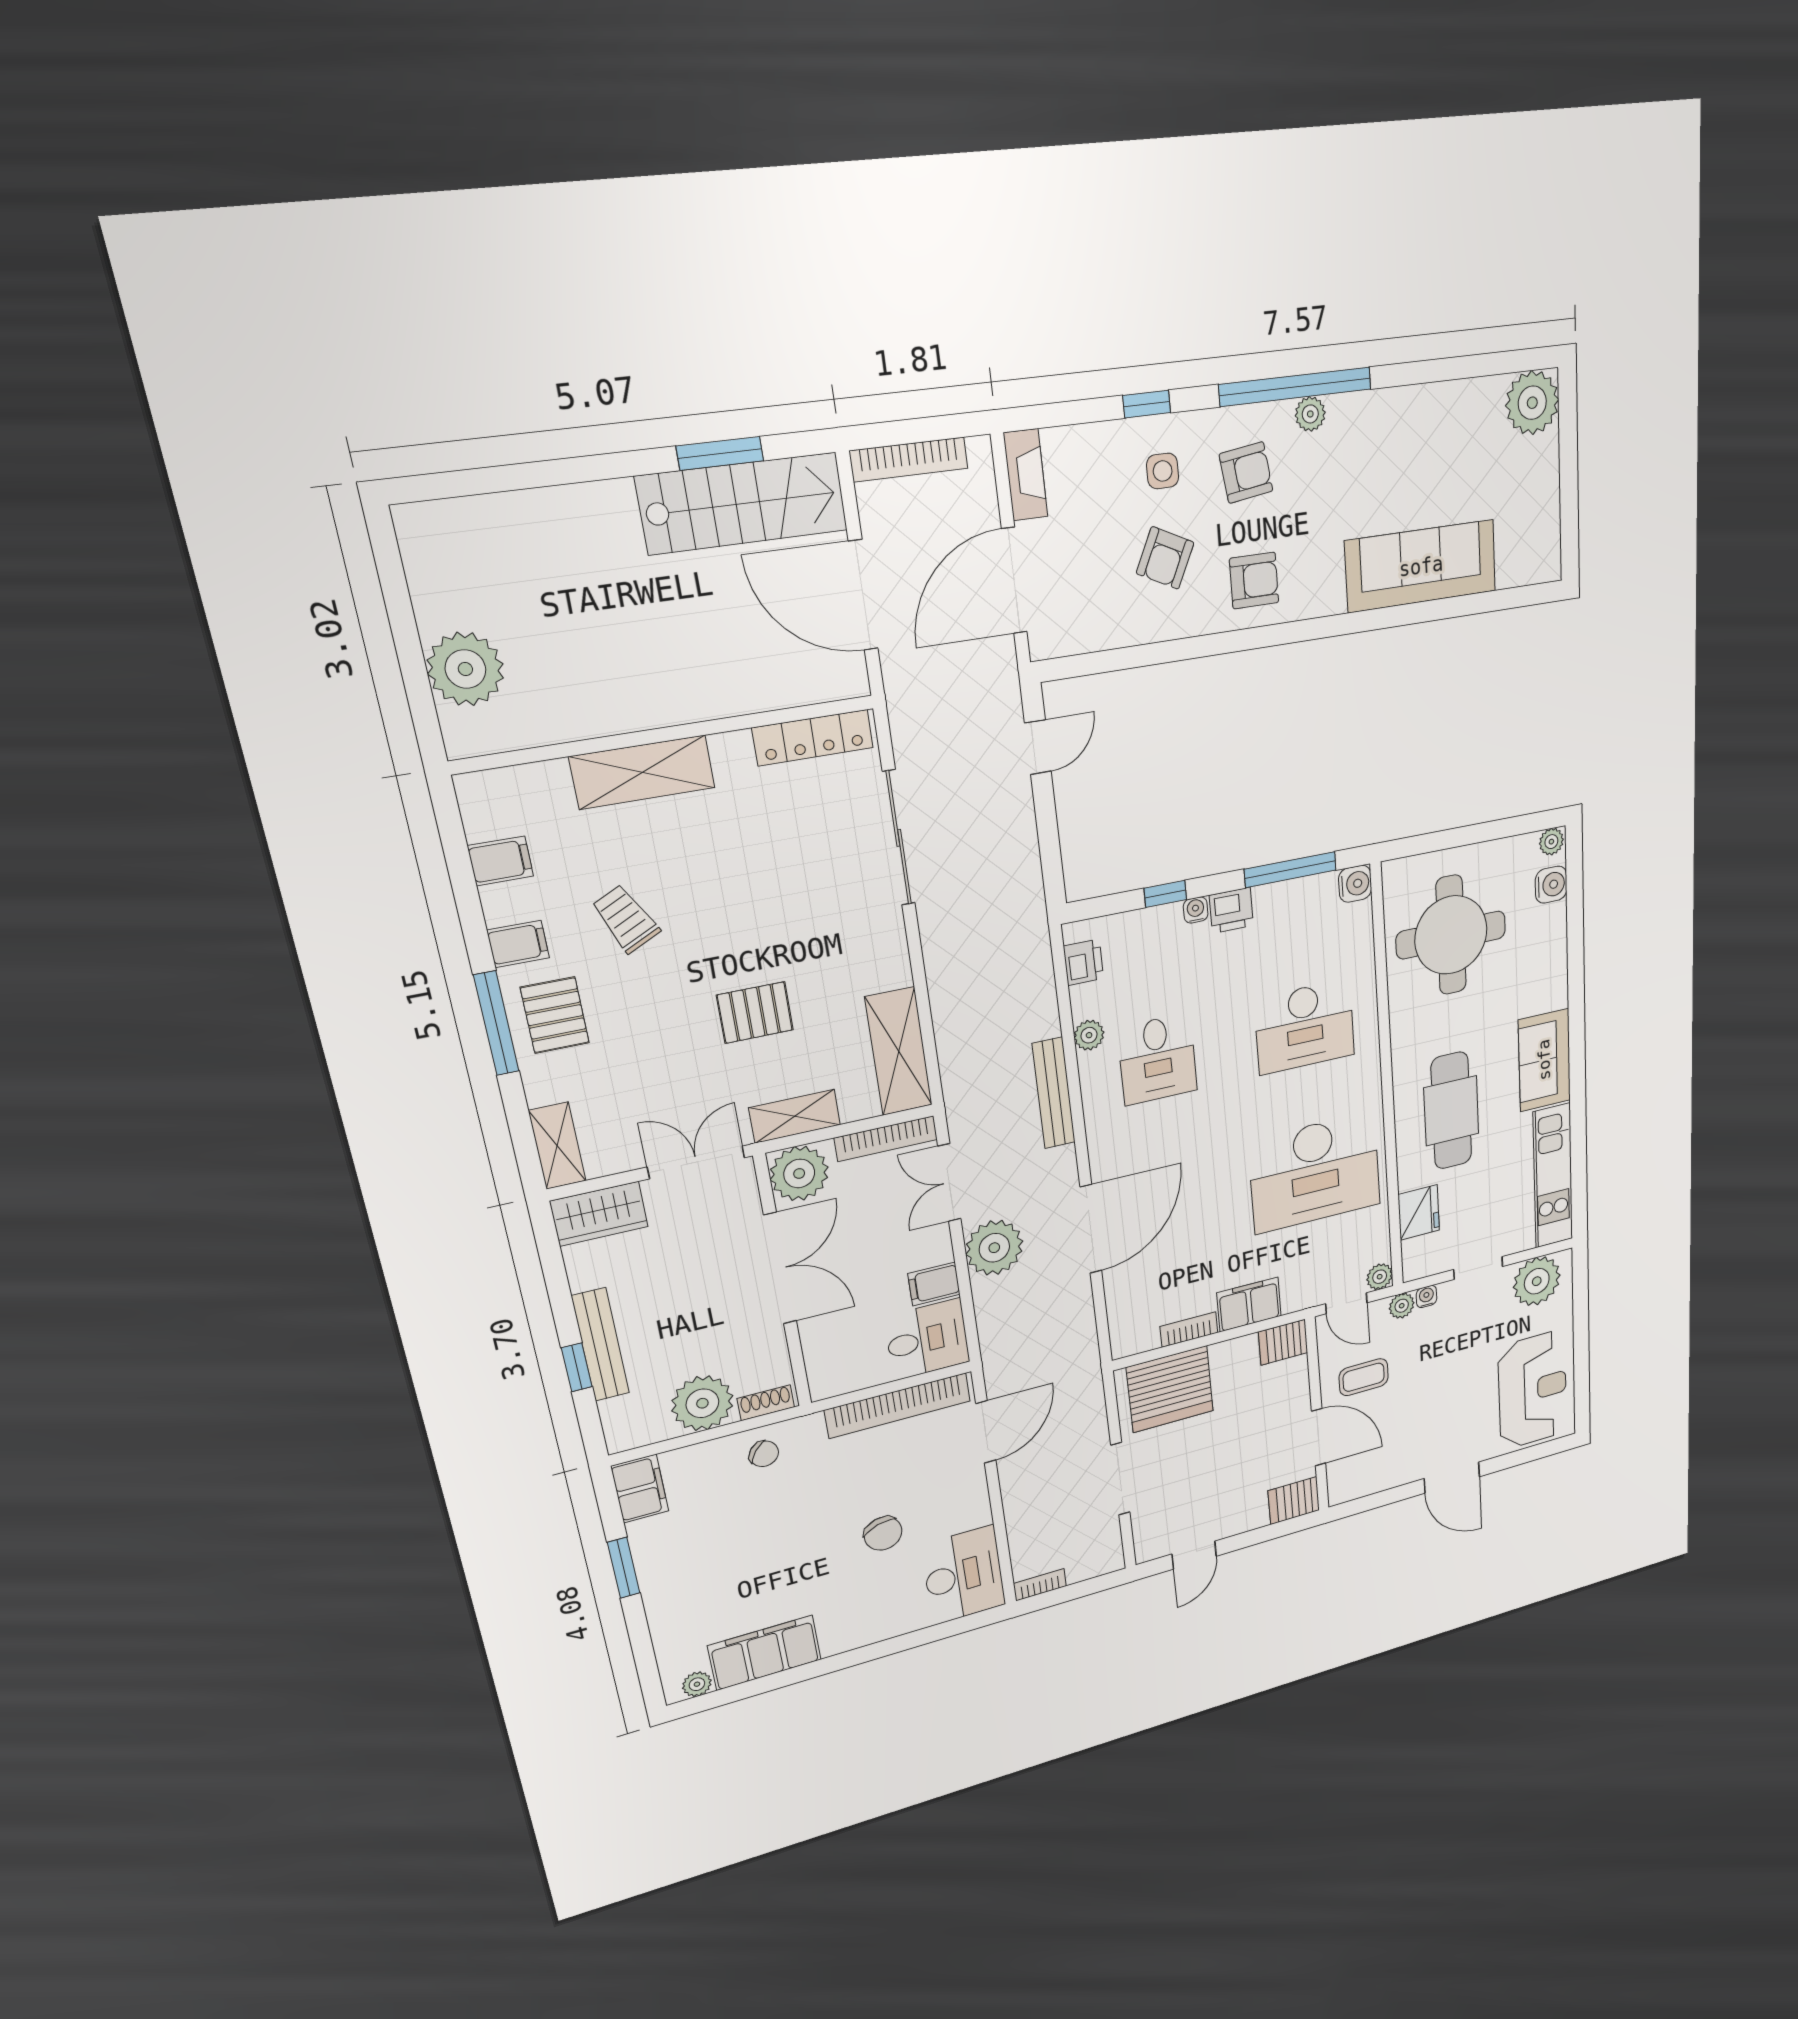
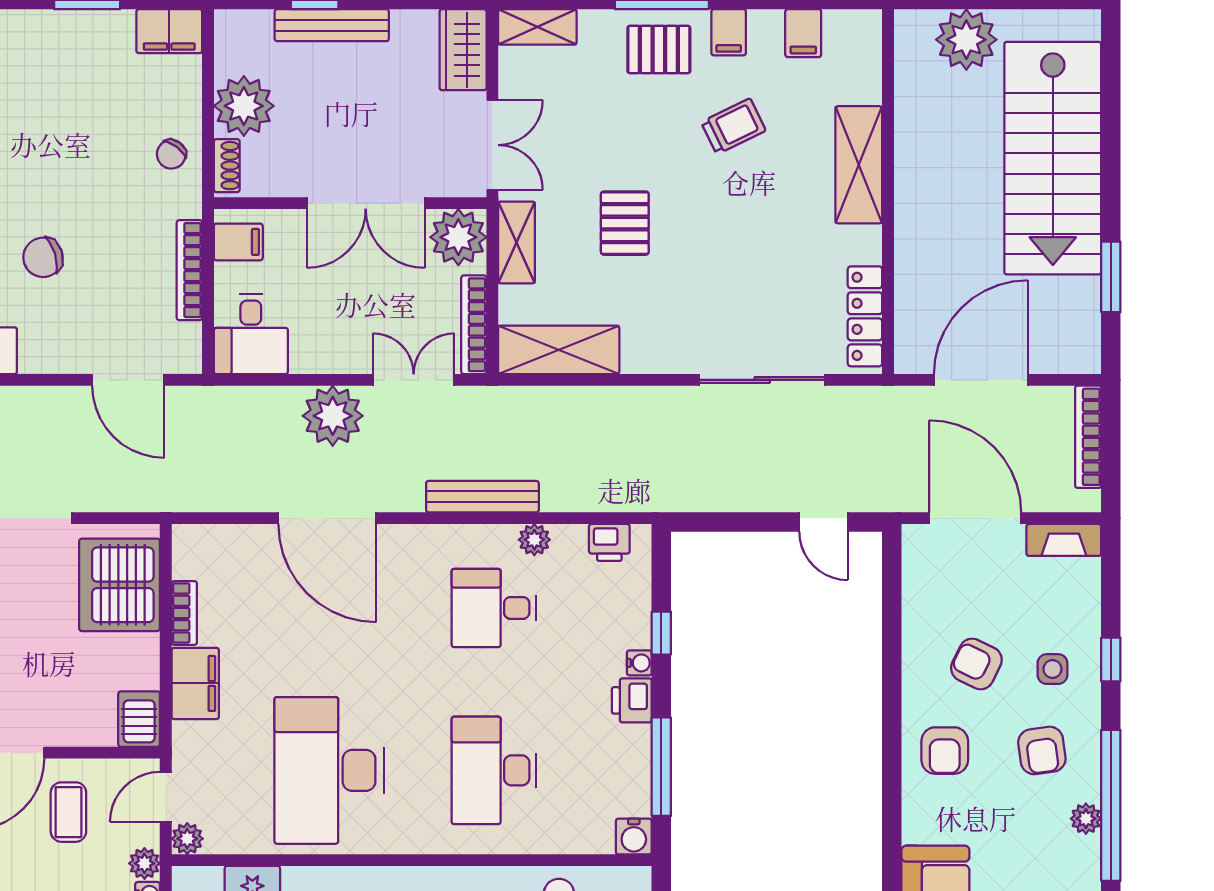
stairs: (743, 503) -> (1053, 158), moved, width x1.36, depth x1.51
filing cabinet: (934, 1284) -> (238, 242), moved, turned 90
bookcase: (898, 1406) -> (189, 270), width x0.68, depth x0.76

